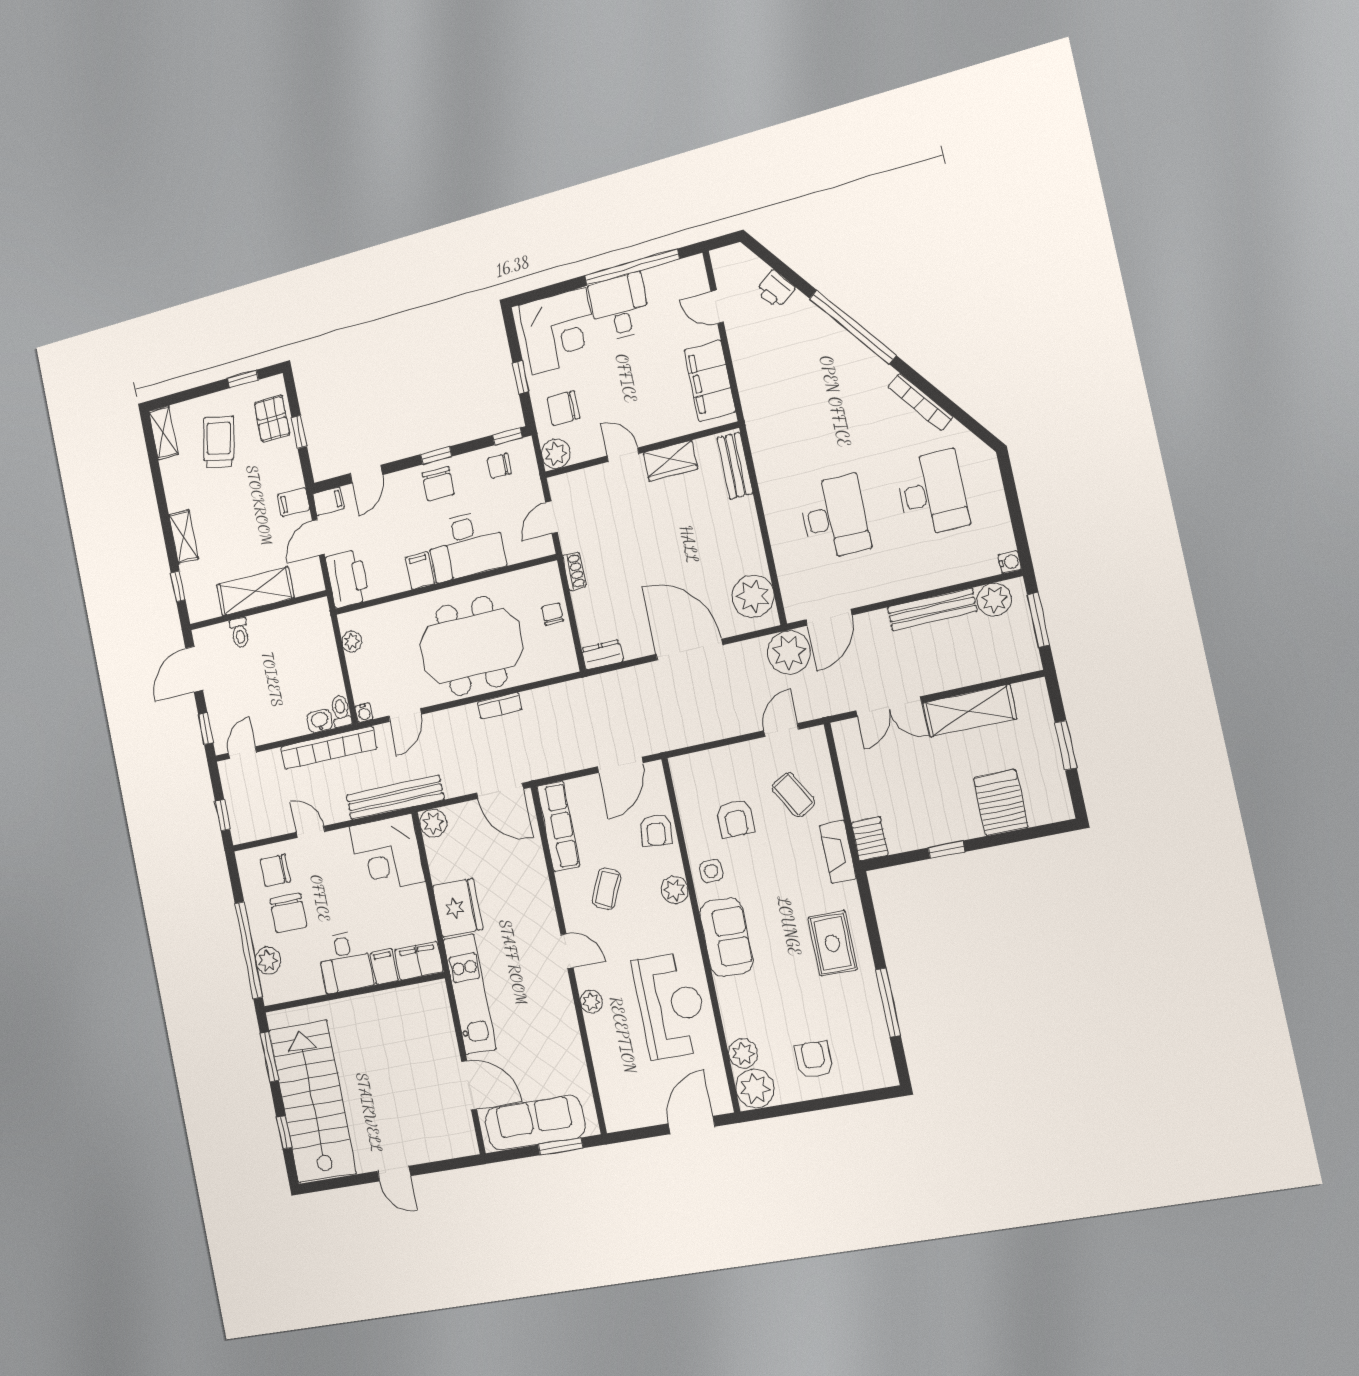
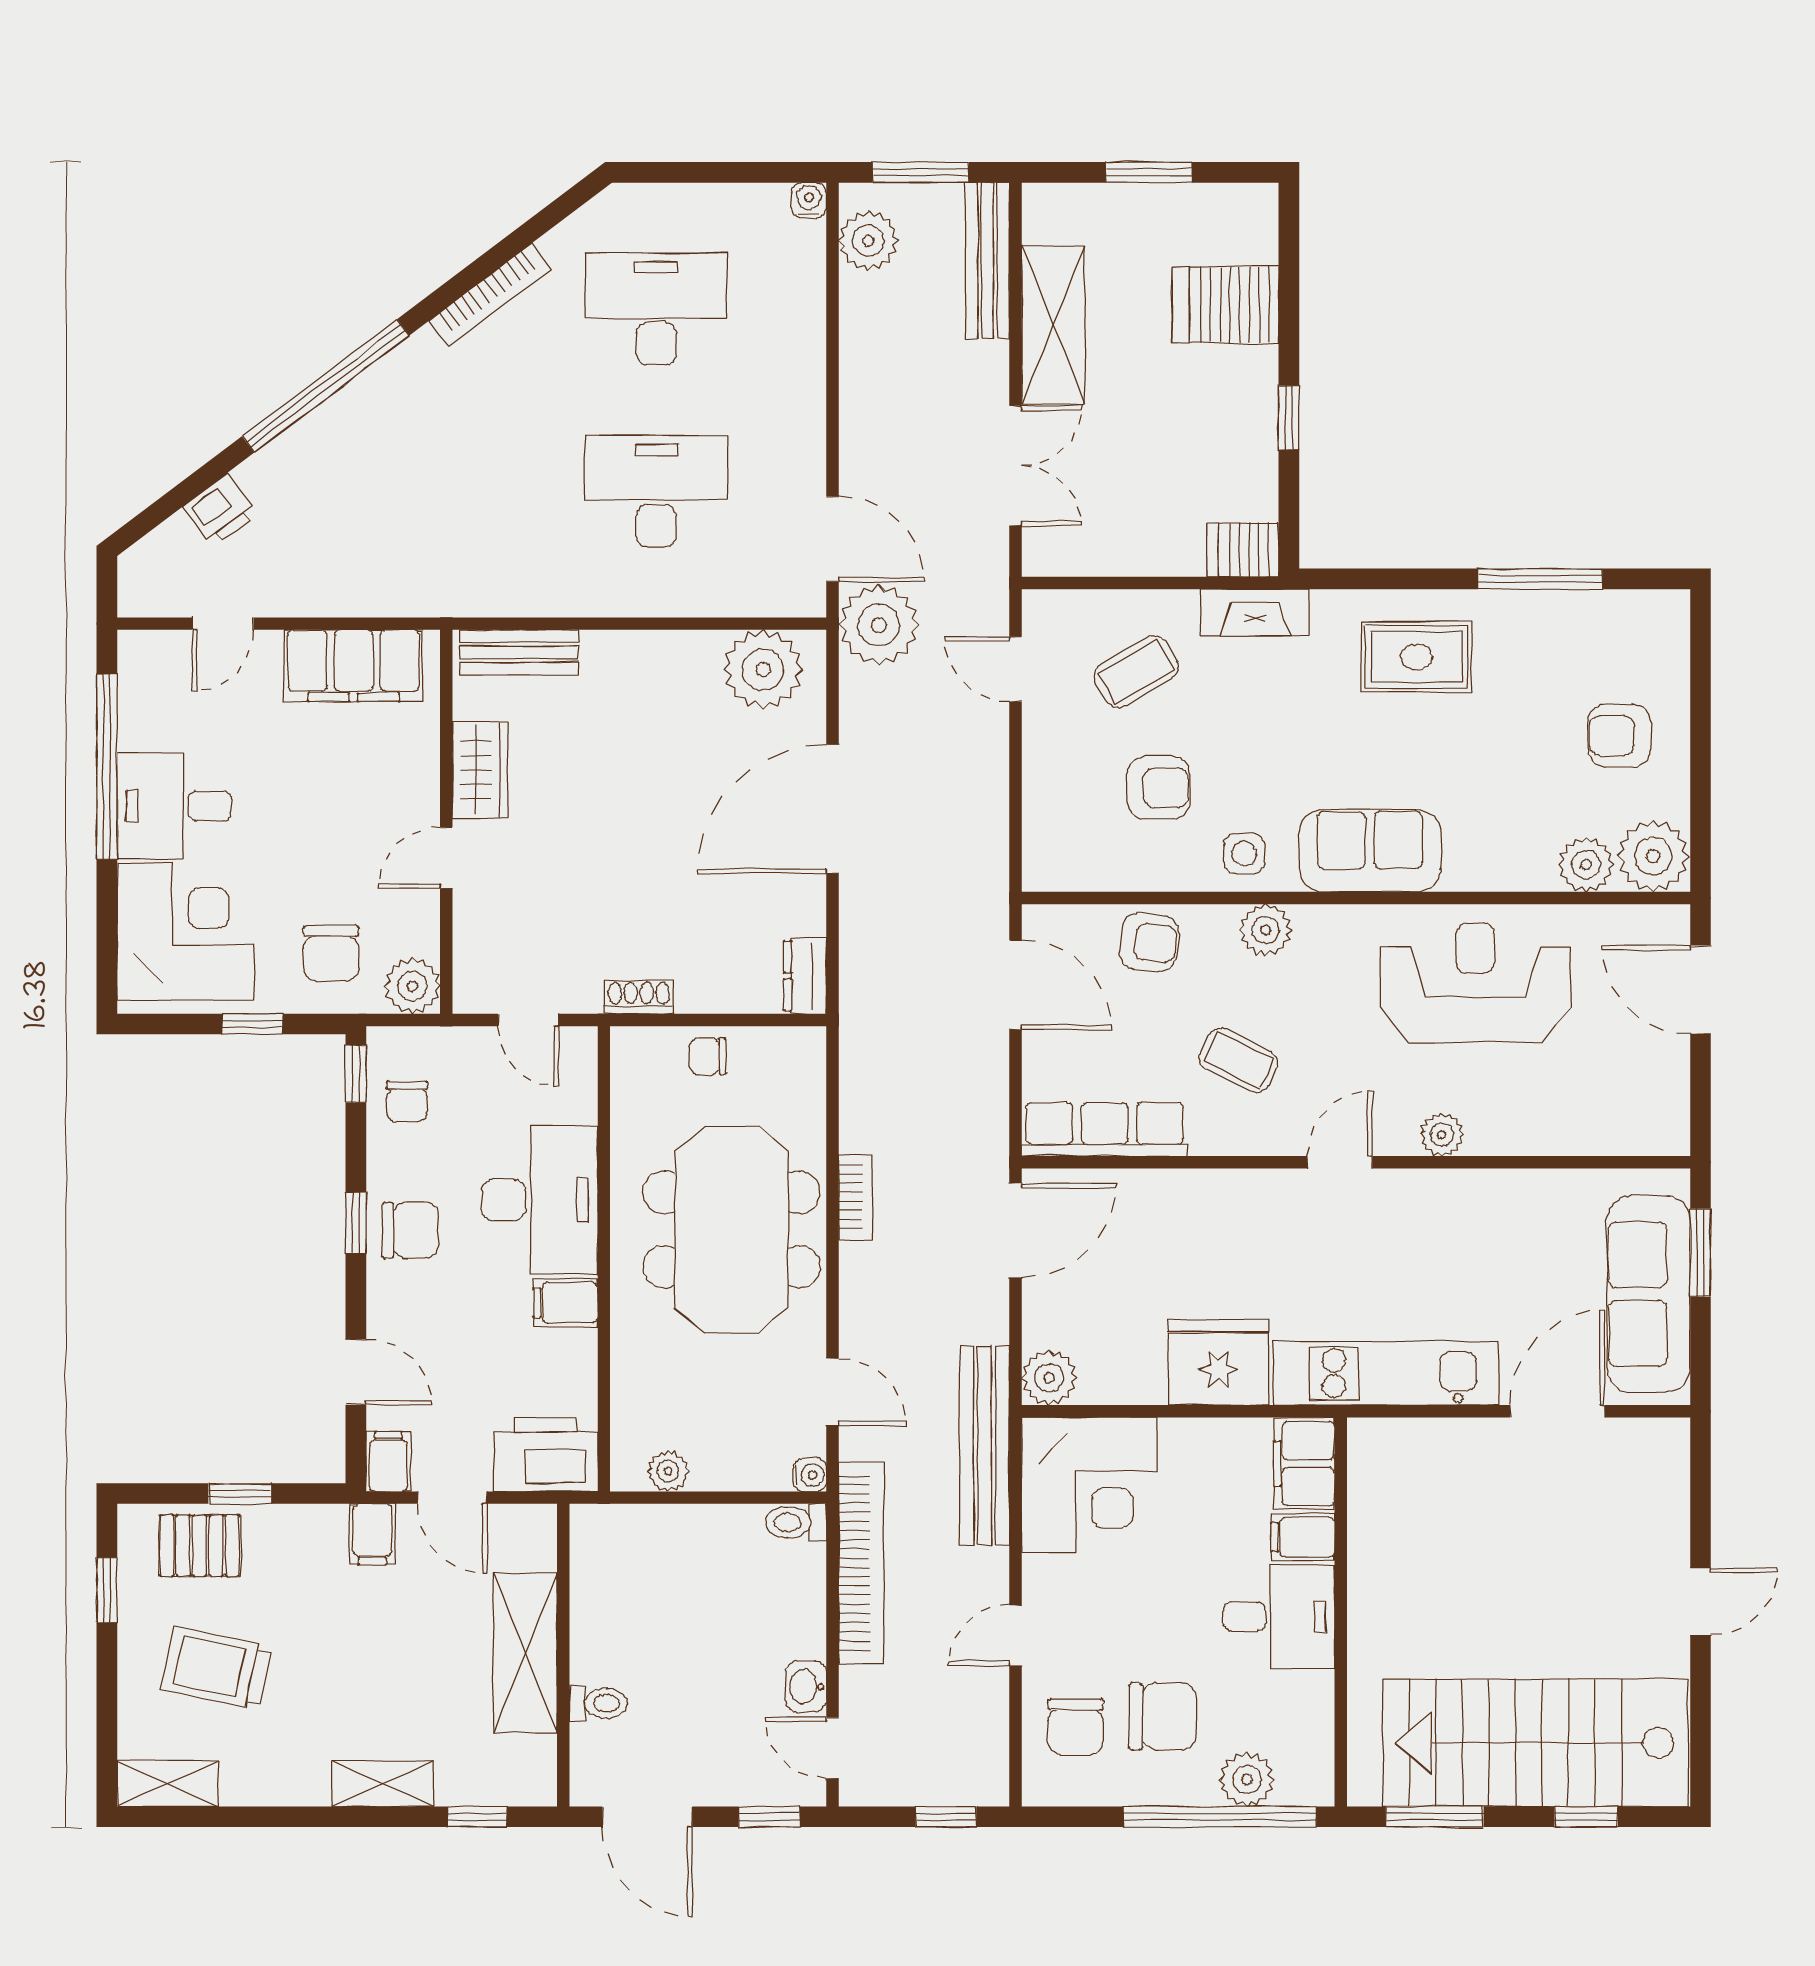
bench: (932, 609) -> (988, 261), moved
washbasin: (320, 721) -> (806, 1687), moved

